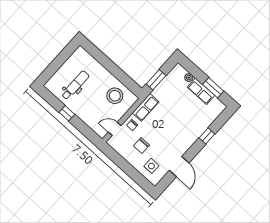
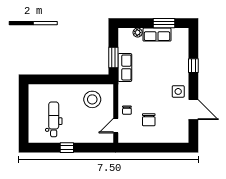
row of seats: (146, 107) -> (125, 67), moved
side table: (151, 166) -> (178, 91), moved

